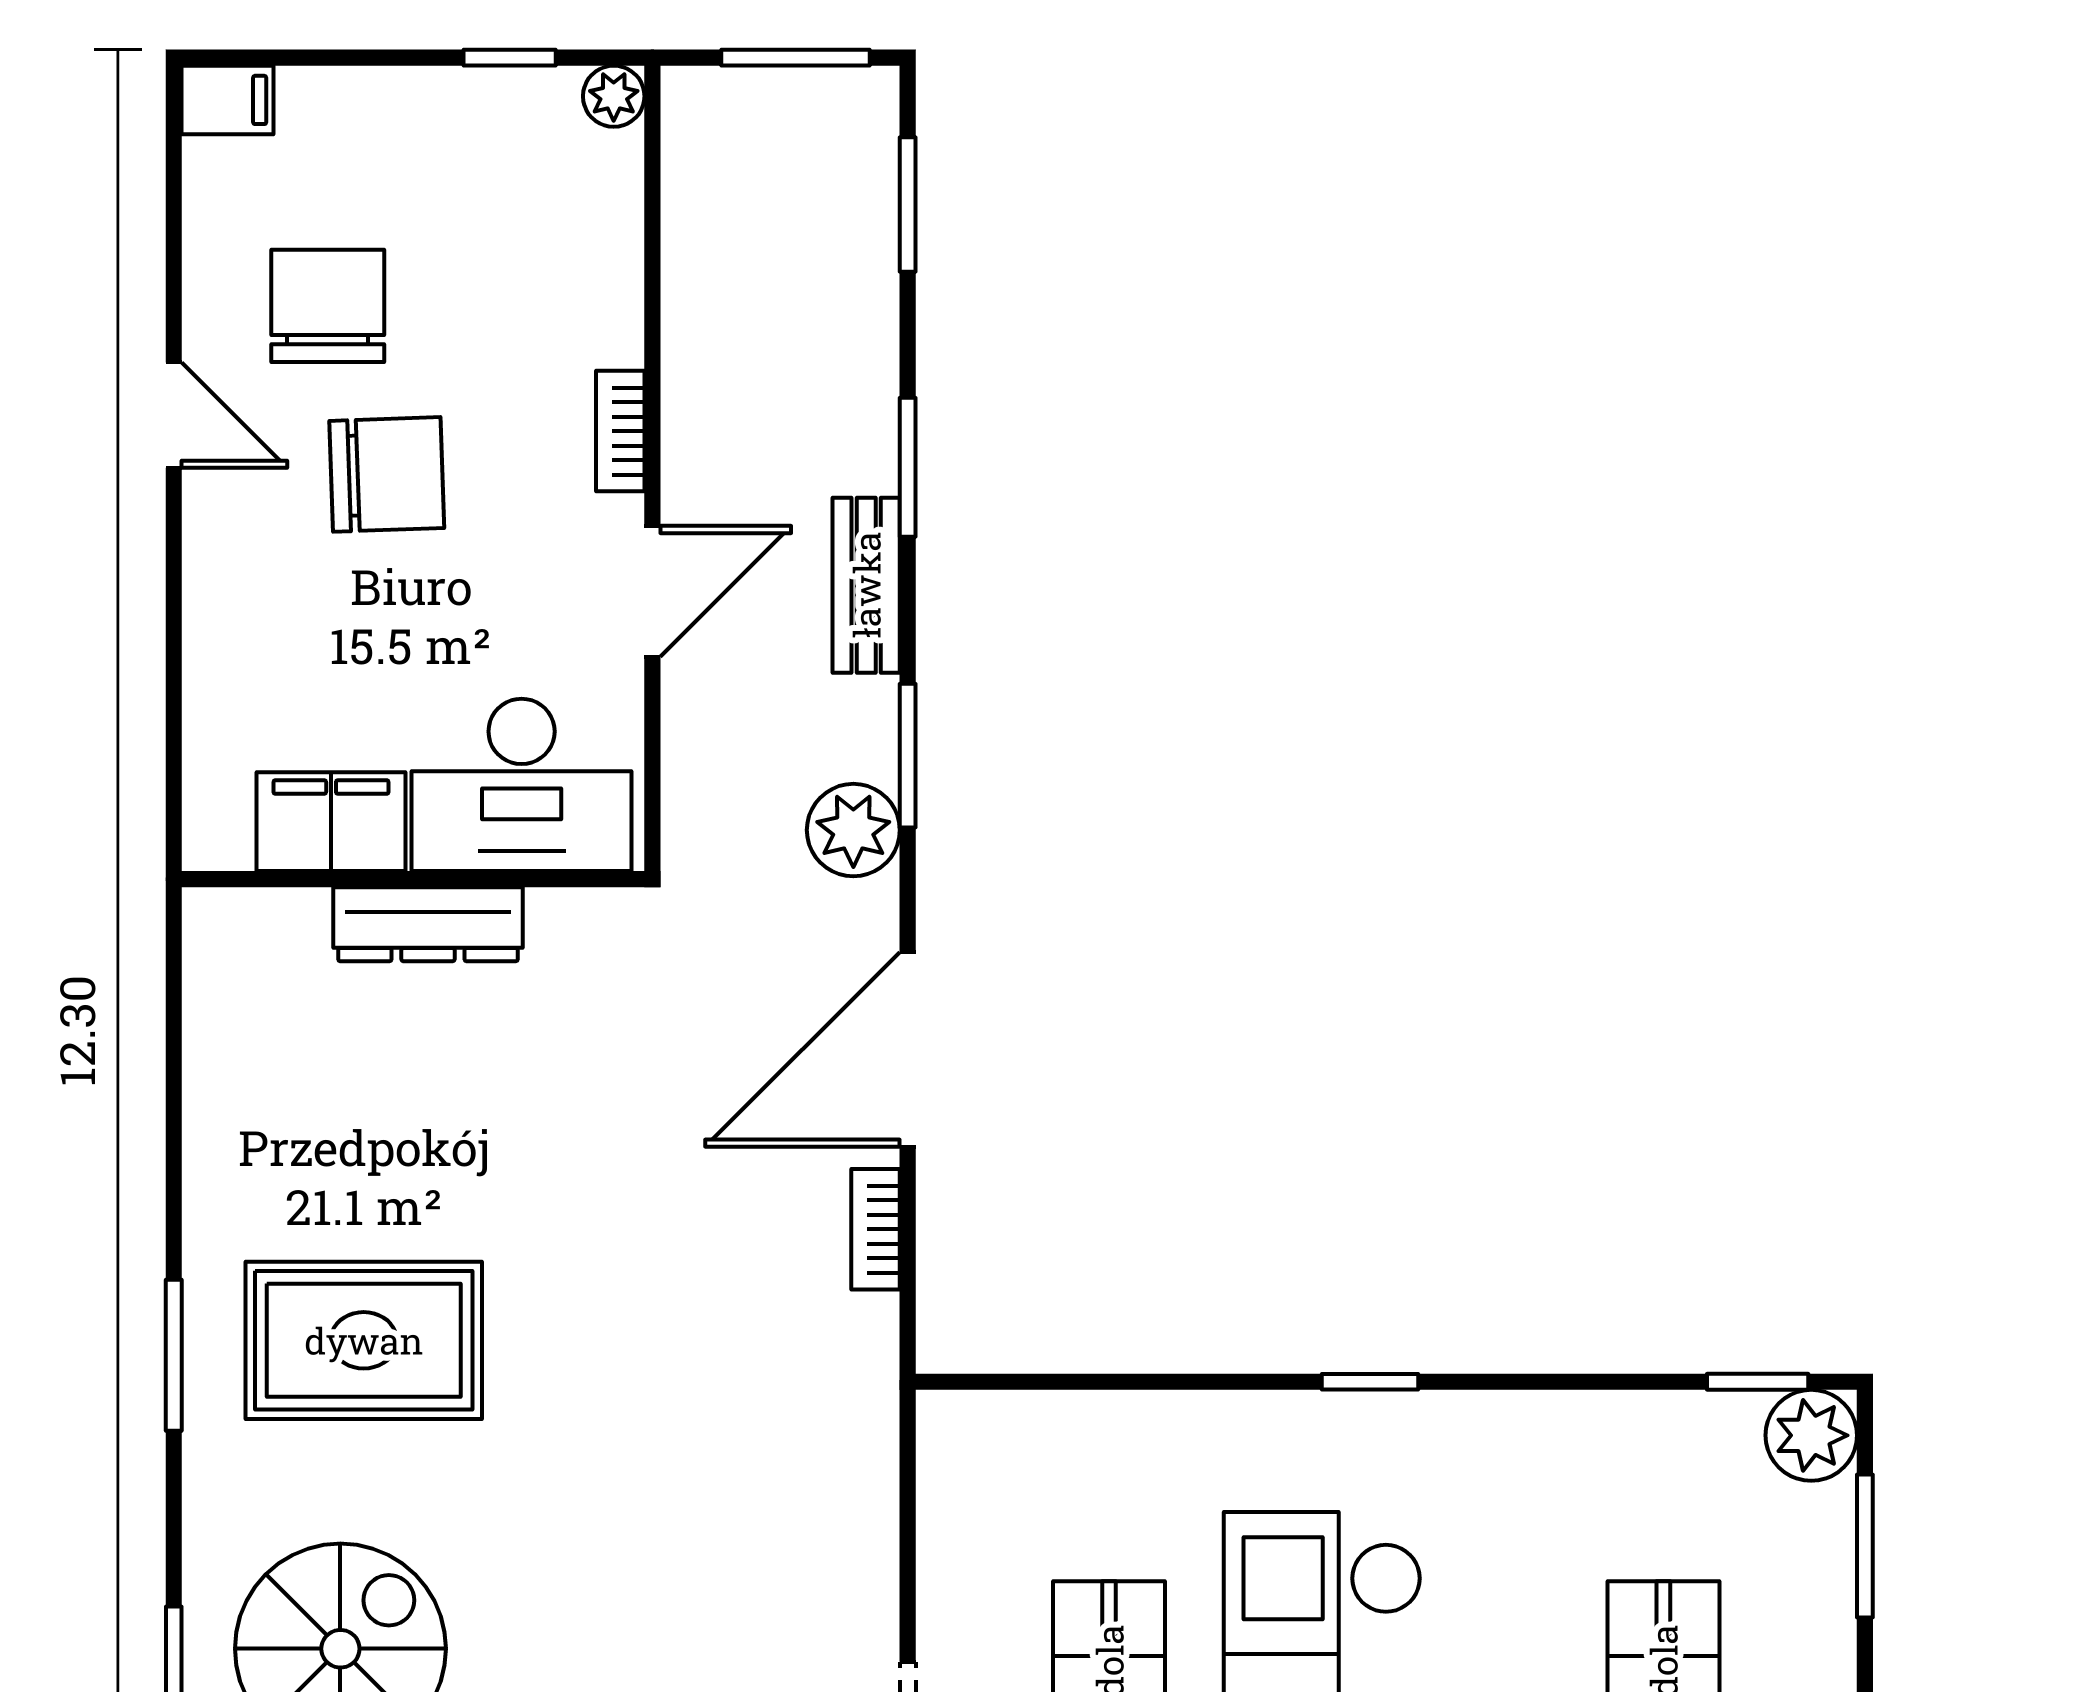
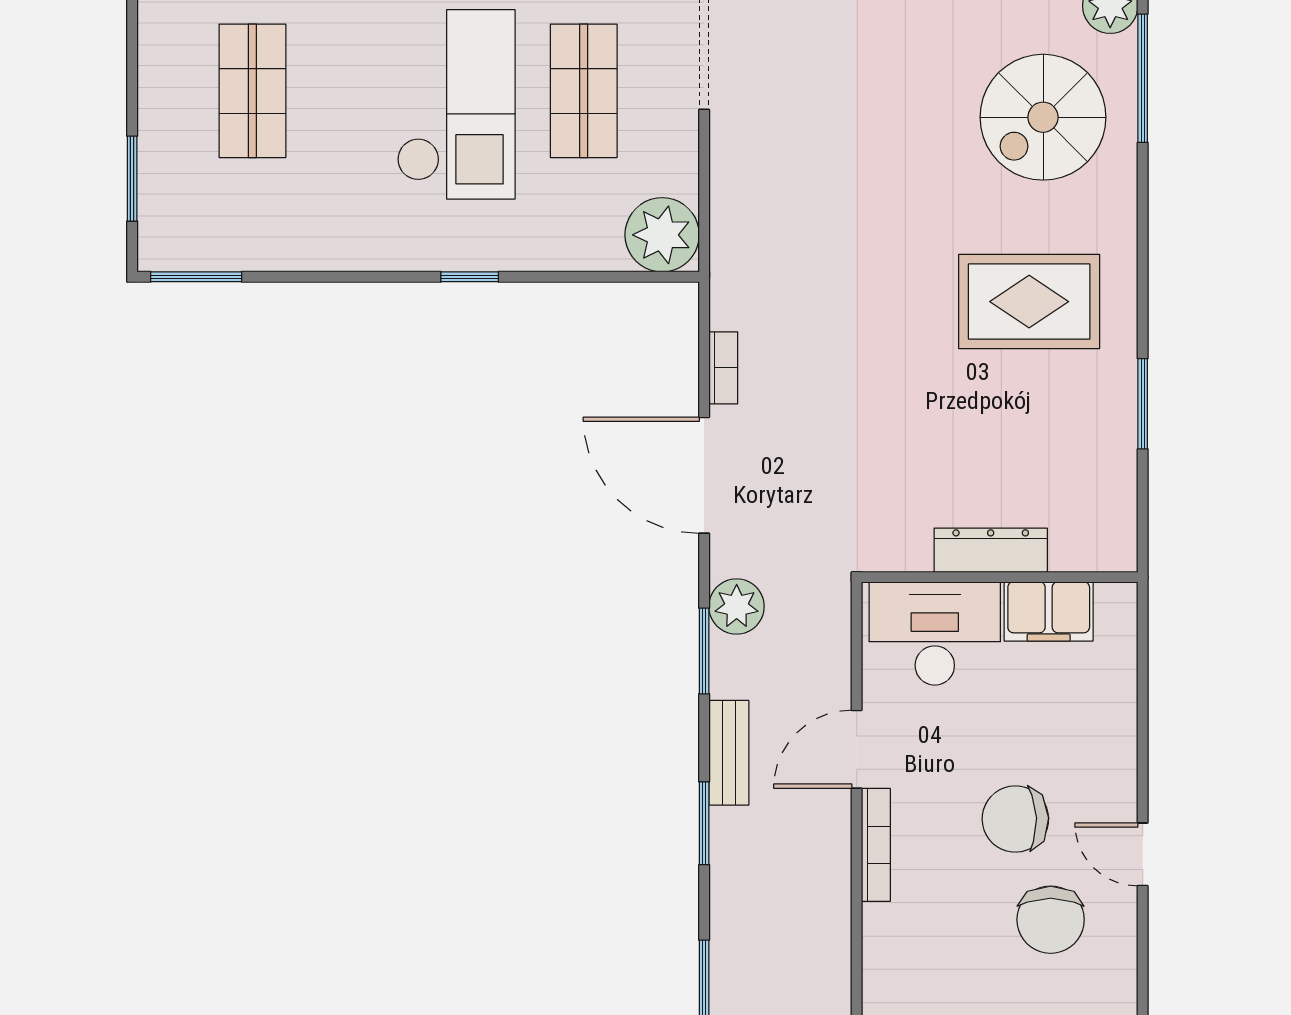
bookcase: (620, 431) -> (876, 845), width x1.56
door: (908, 1050) -> (704, 475), swing flipped
window: (174, 1355) -> (1143, 404), moved
window: (1370, 1382) -> (470, 277), moved
window: (1758, 1382) -> (196, 277), width x1.50
plant: (1811, 1435) -> (662, 235), moved, width x1.36, depth x1.36

